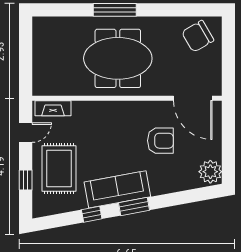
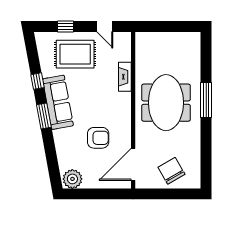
chair: (198, 36) -> (171, 171), moved
fireplace: (53, 108) -> (125, 77), moved
armchair: (160, 141) -> (98, 138), turned -90

